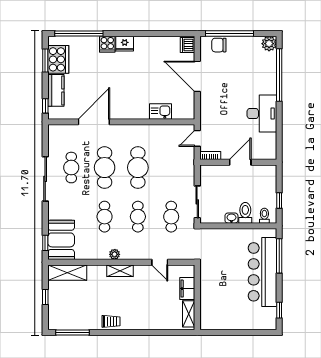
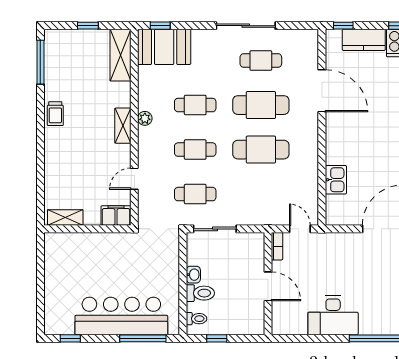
filing cabinet: (187, 289) -> (116, 216), moved

